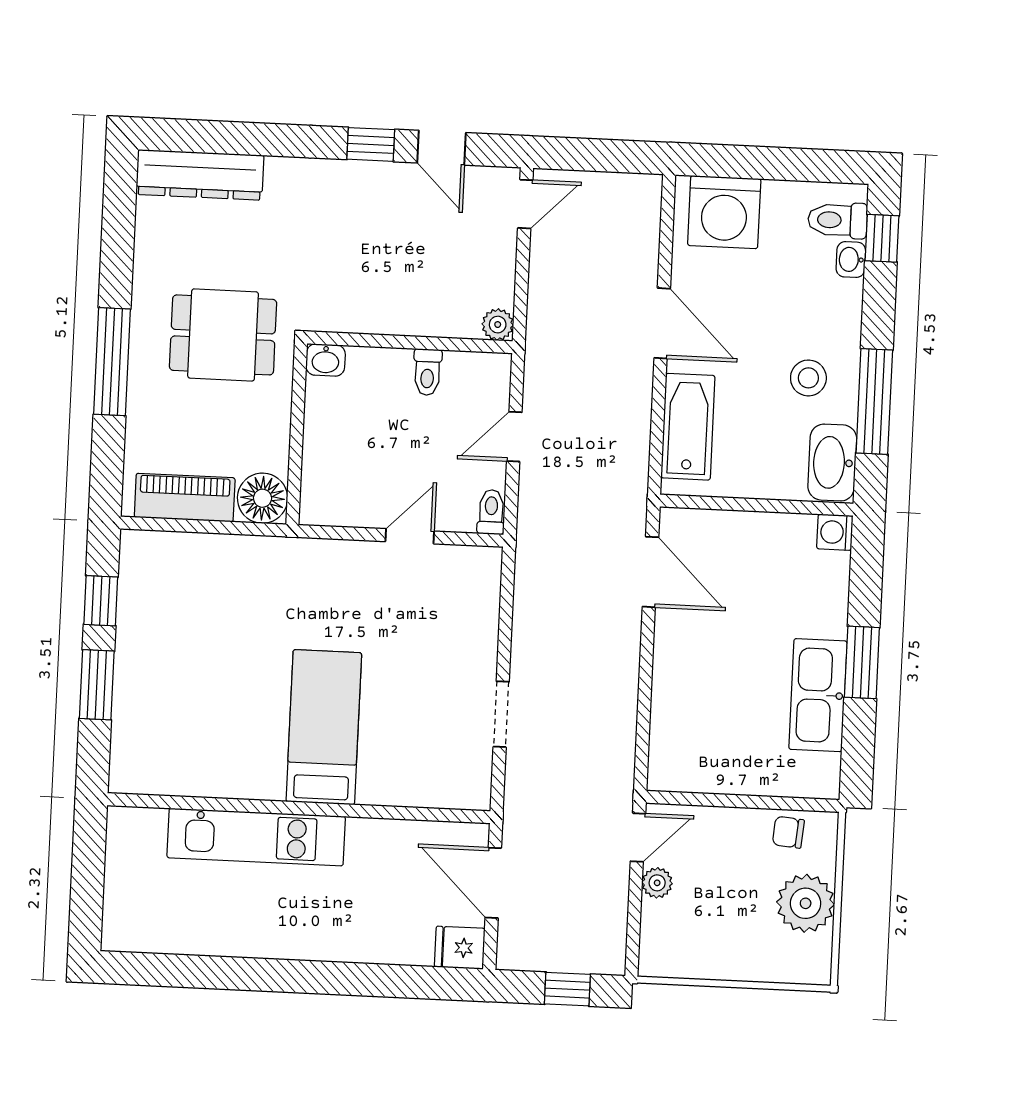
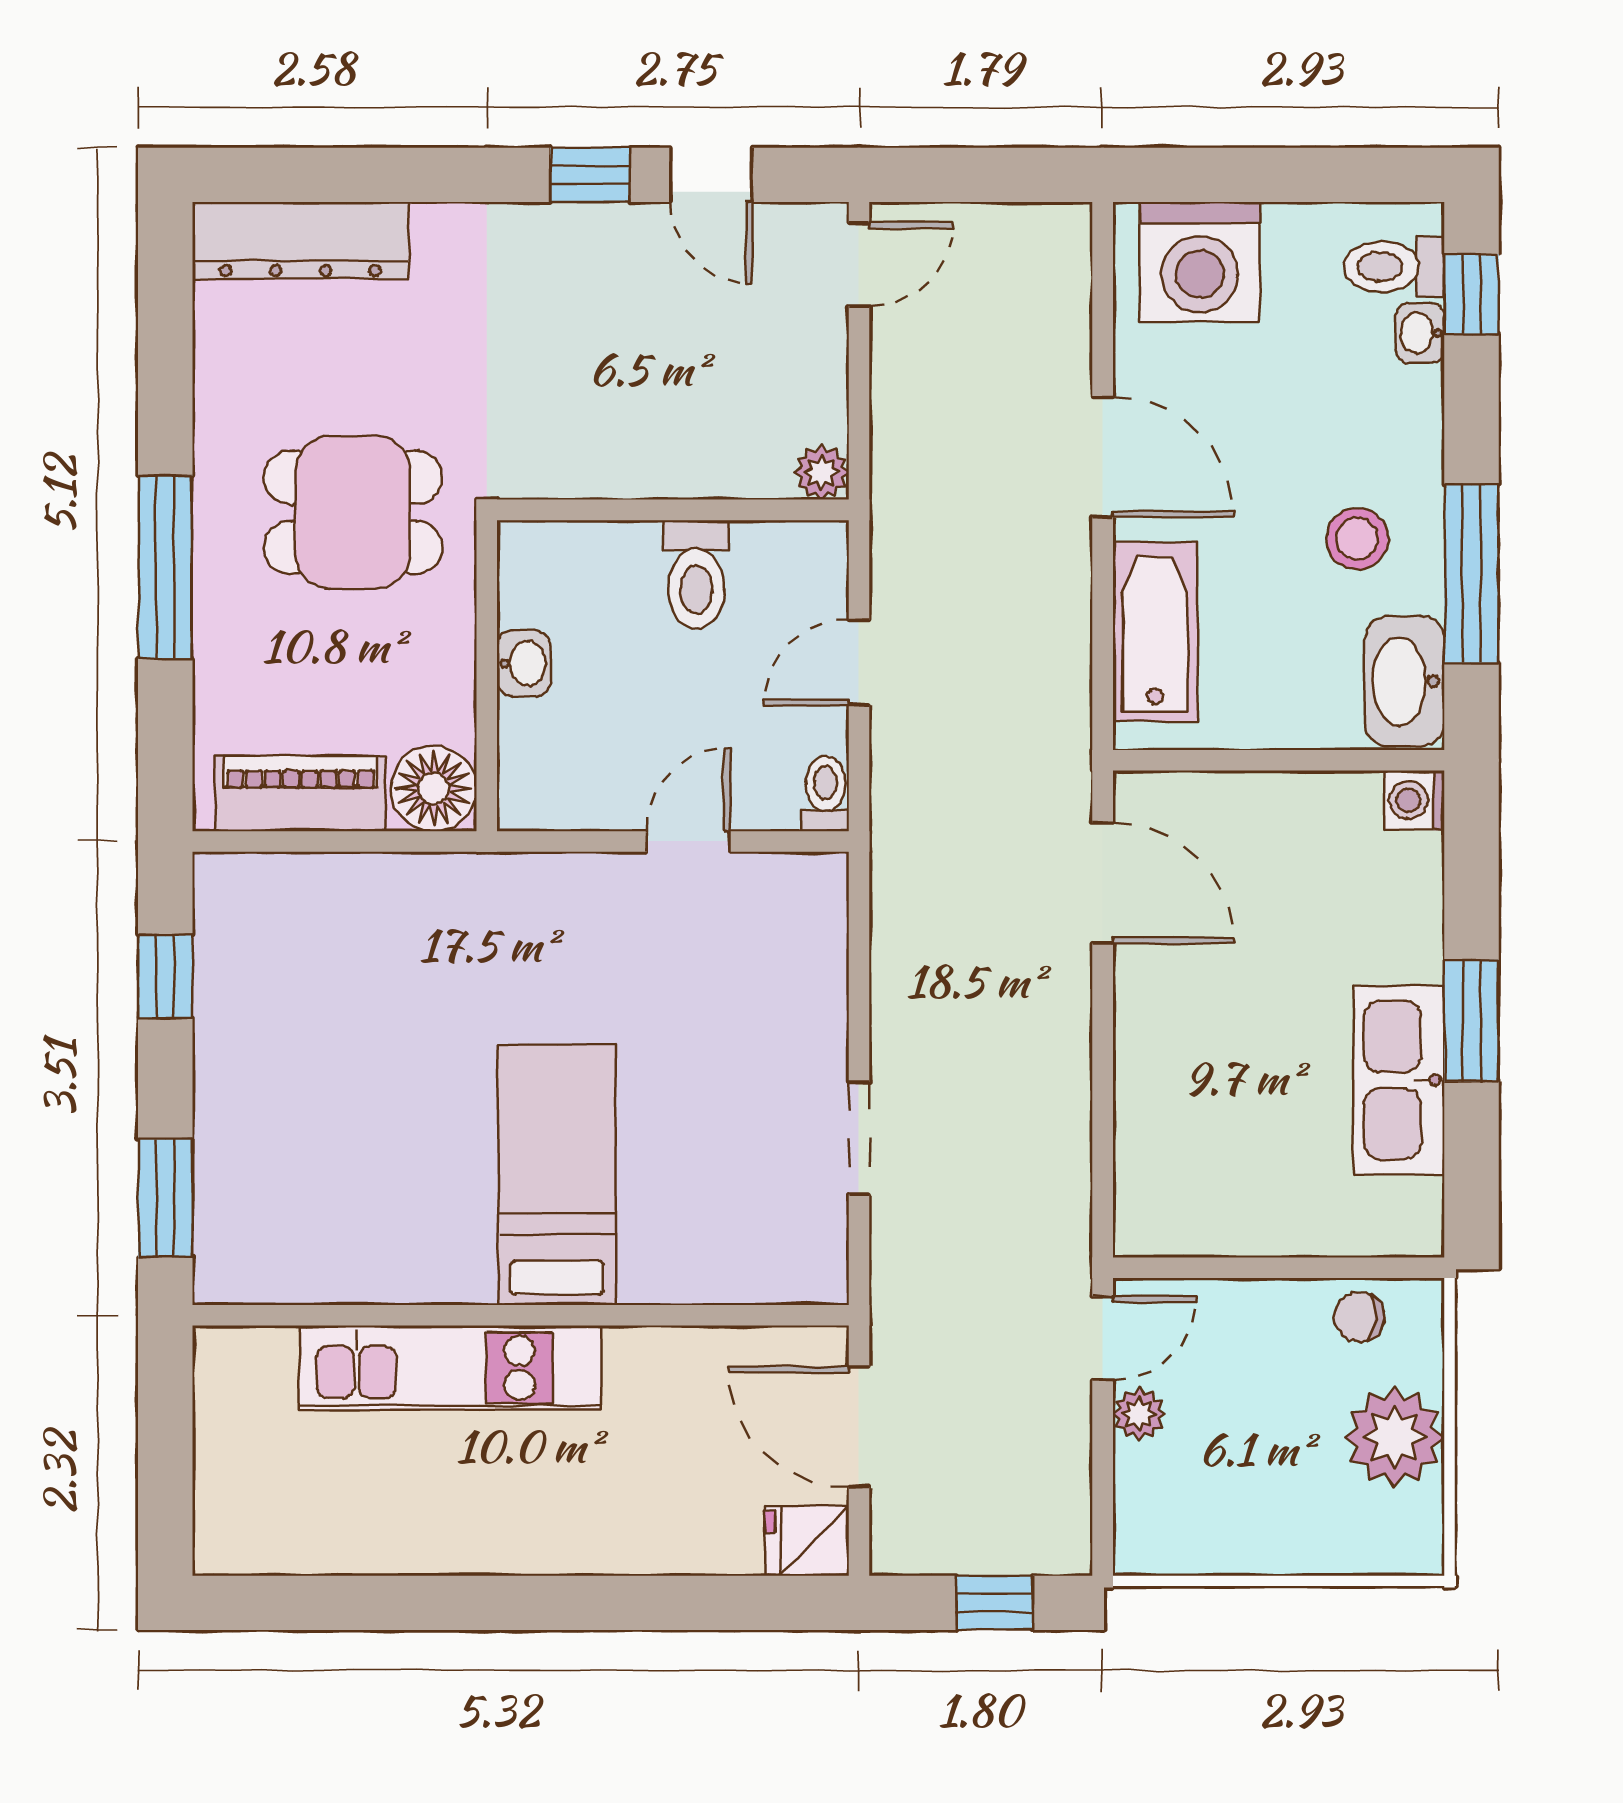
washbasin: (326, 360) -> (524, 663), moved, turned -90
toilet: (427, 372) -> (696, 575), width x1.37, depth x1.39
window: (97, 685) -> (165, 1198), moved

